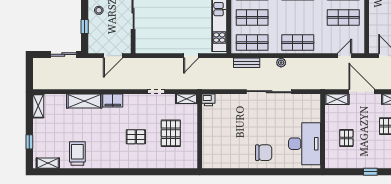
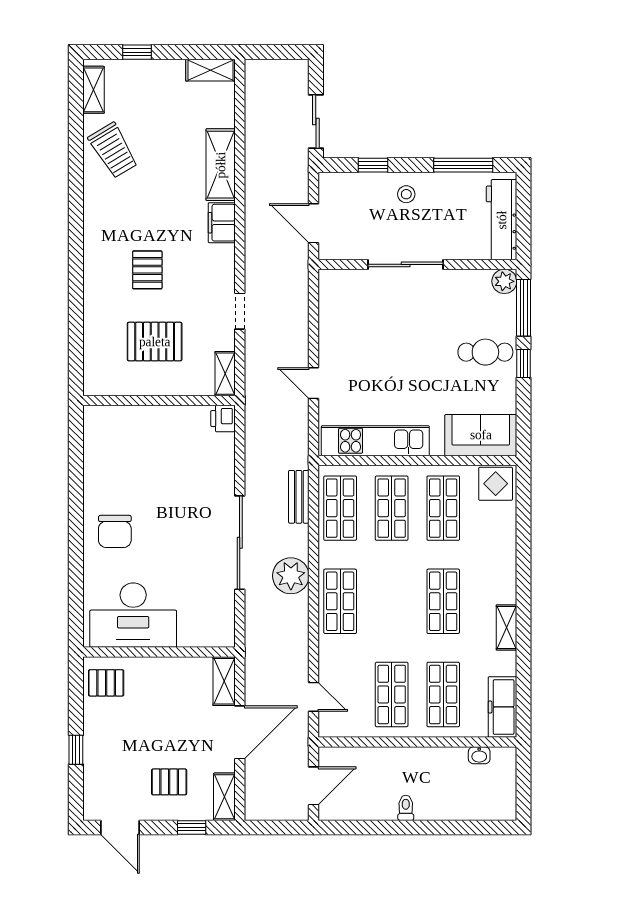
plant: (281, 63) -> (291, 576), width x1.87, depth x1.87
pallet: (346, 138) -> (106, 683), moved
trolley: (77, 153) -> (113, 150), turned 59

